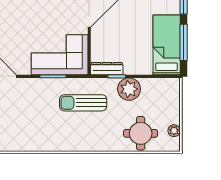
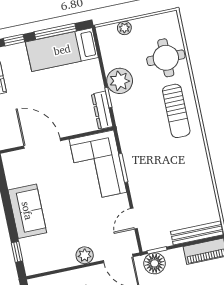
sun lounger: (83, 103) -> (176, 111), moved
plant: (174, 131) -> (124, 28), moved

